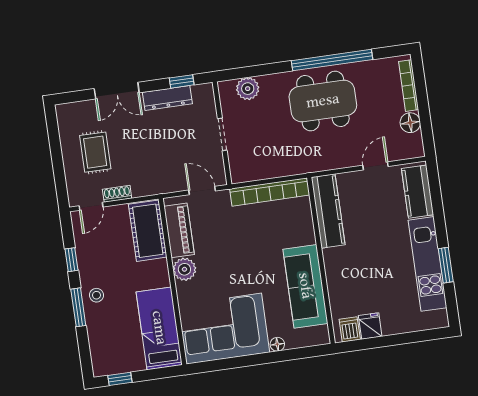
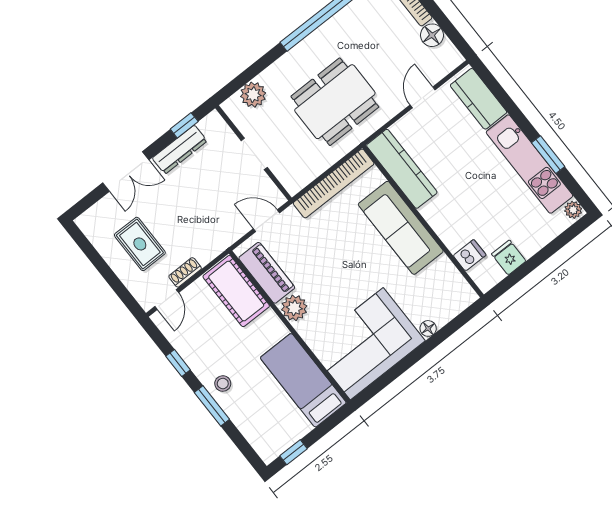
dining table: (323, 101) -> (335, 102), moved
sofa: (305, 286) -> (401, 228), moved
plant: (440, 318) -> (573, 210), added
dishwasher: (350, 329) -> (470, 255), moved, turned 90

